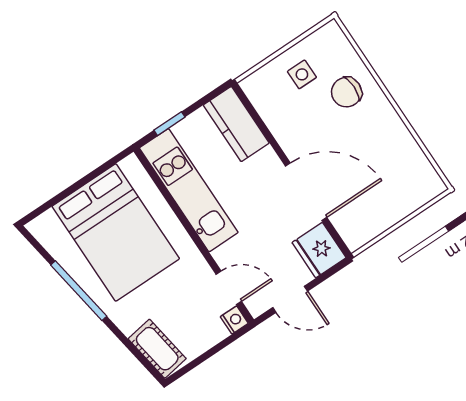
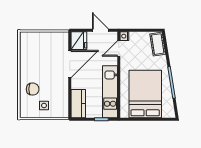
door: (306, 192) -> (70, 64), swing flipped
door: (229, 288) -> (119, 49), hinge flipped

